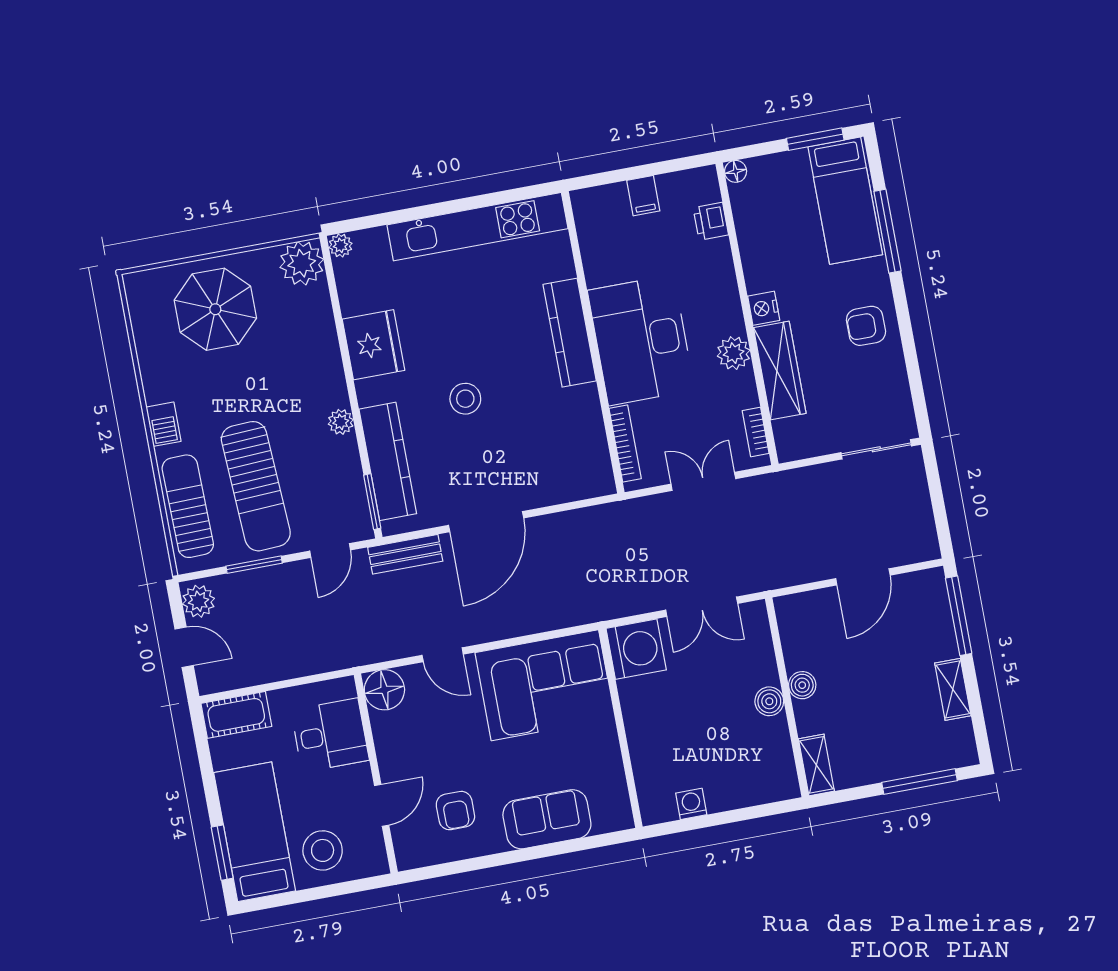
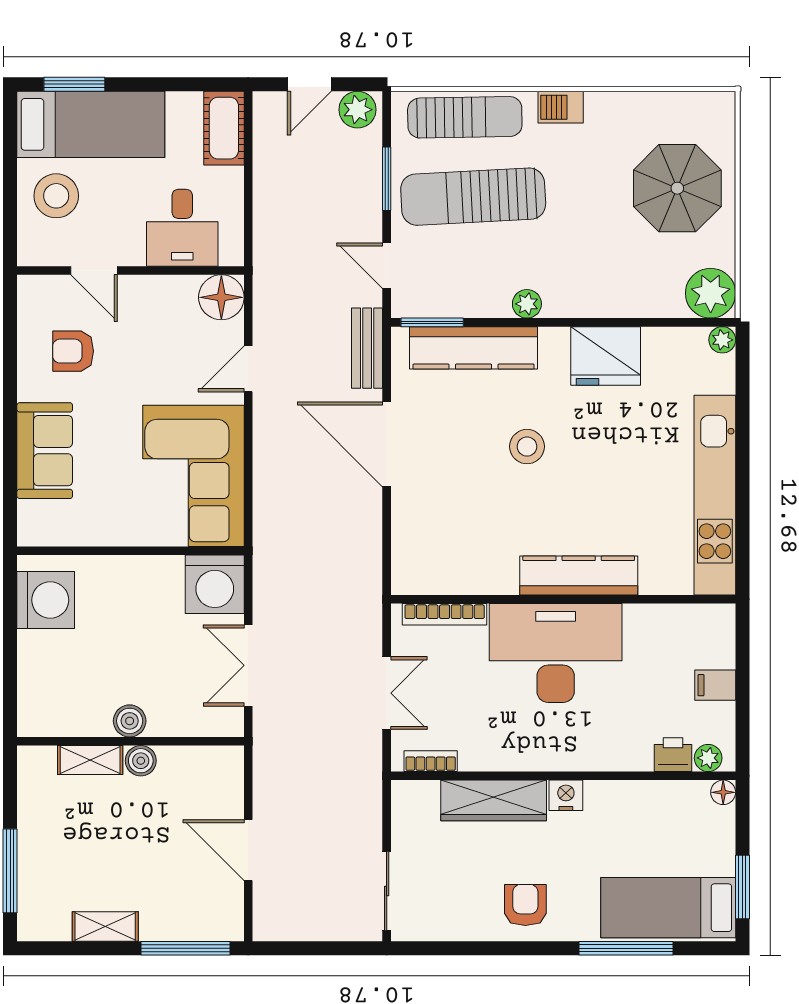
plant: (734, 353) -> (708, 758), moved, width x0.73, depth x0.73
shelving: (816, 765) -> (90, 760), moved
washing machine: (691, 804) -> (46, 600), width x1.89, depth x1.89

